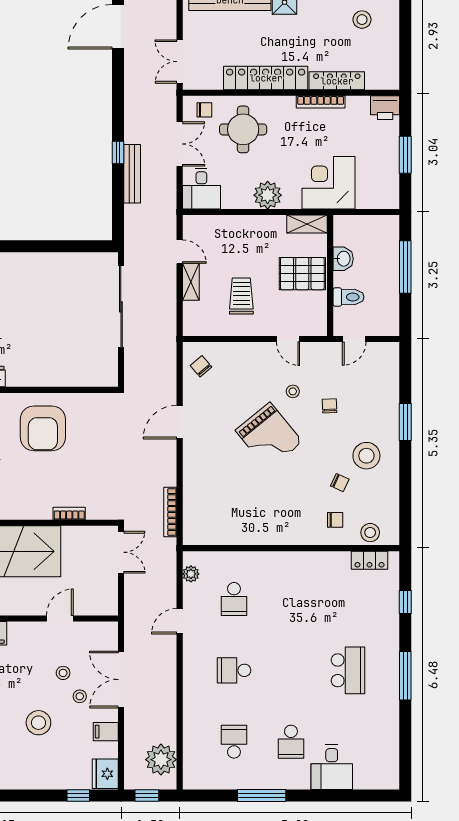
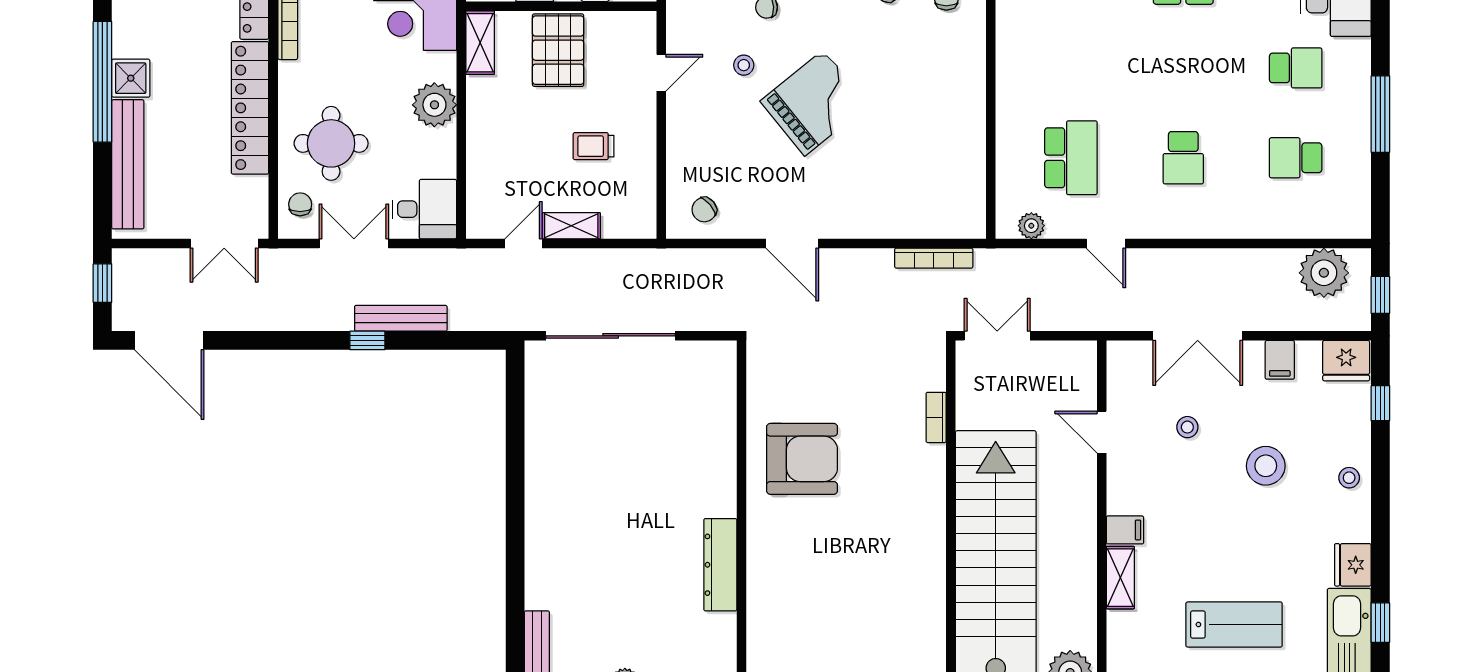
trolley: (241, 296) -> (594, 146), width x0.73, depth x0.72
school desk: (234, 599) -> (1071, 158), width x1.85
stool: (80, 696) -> (1349, 478), moved

